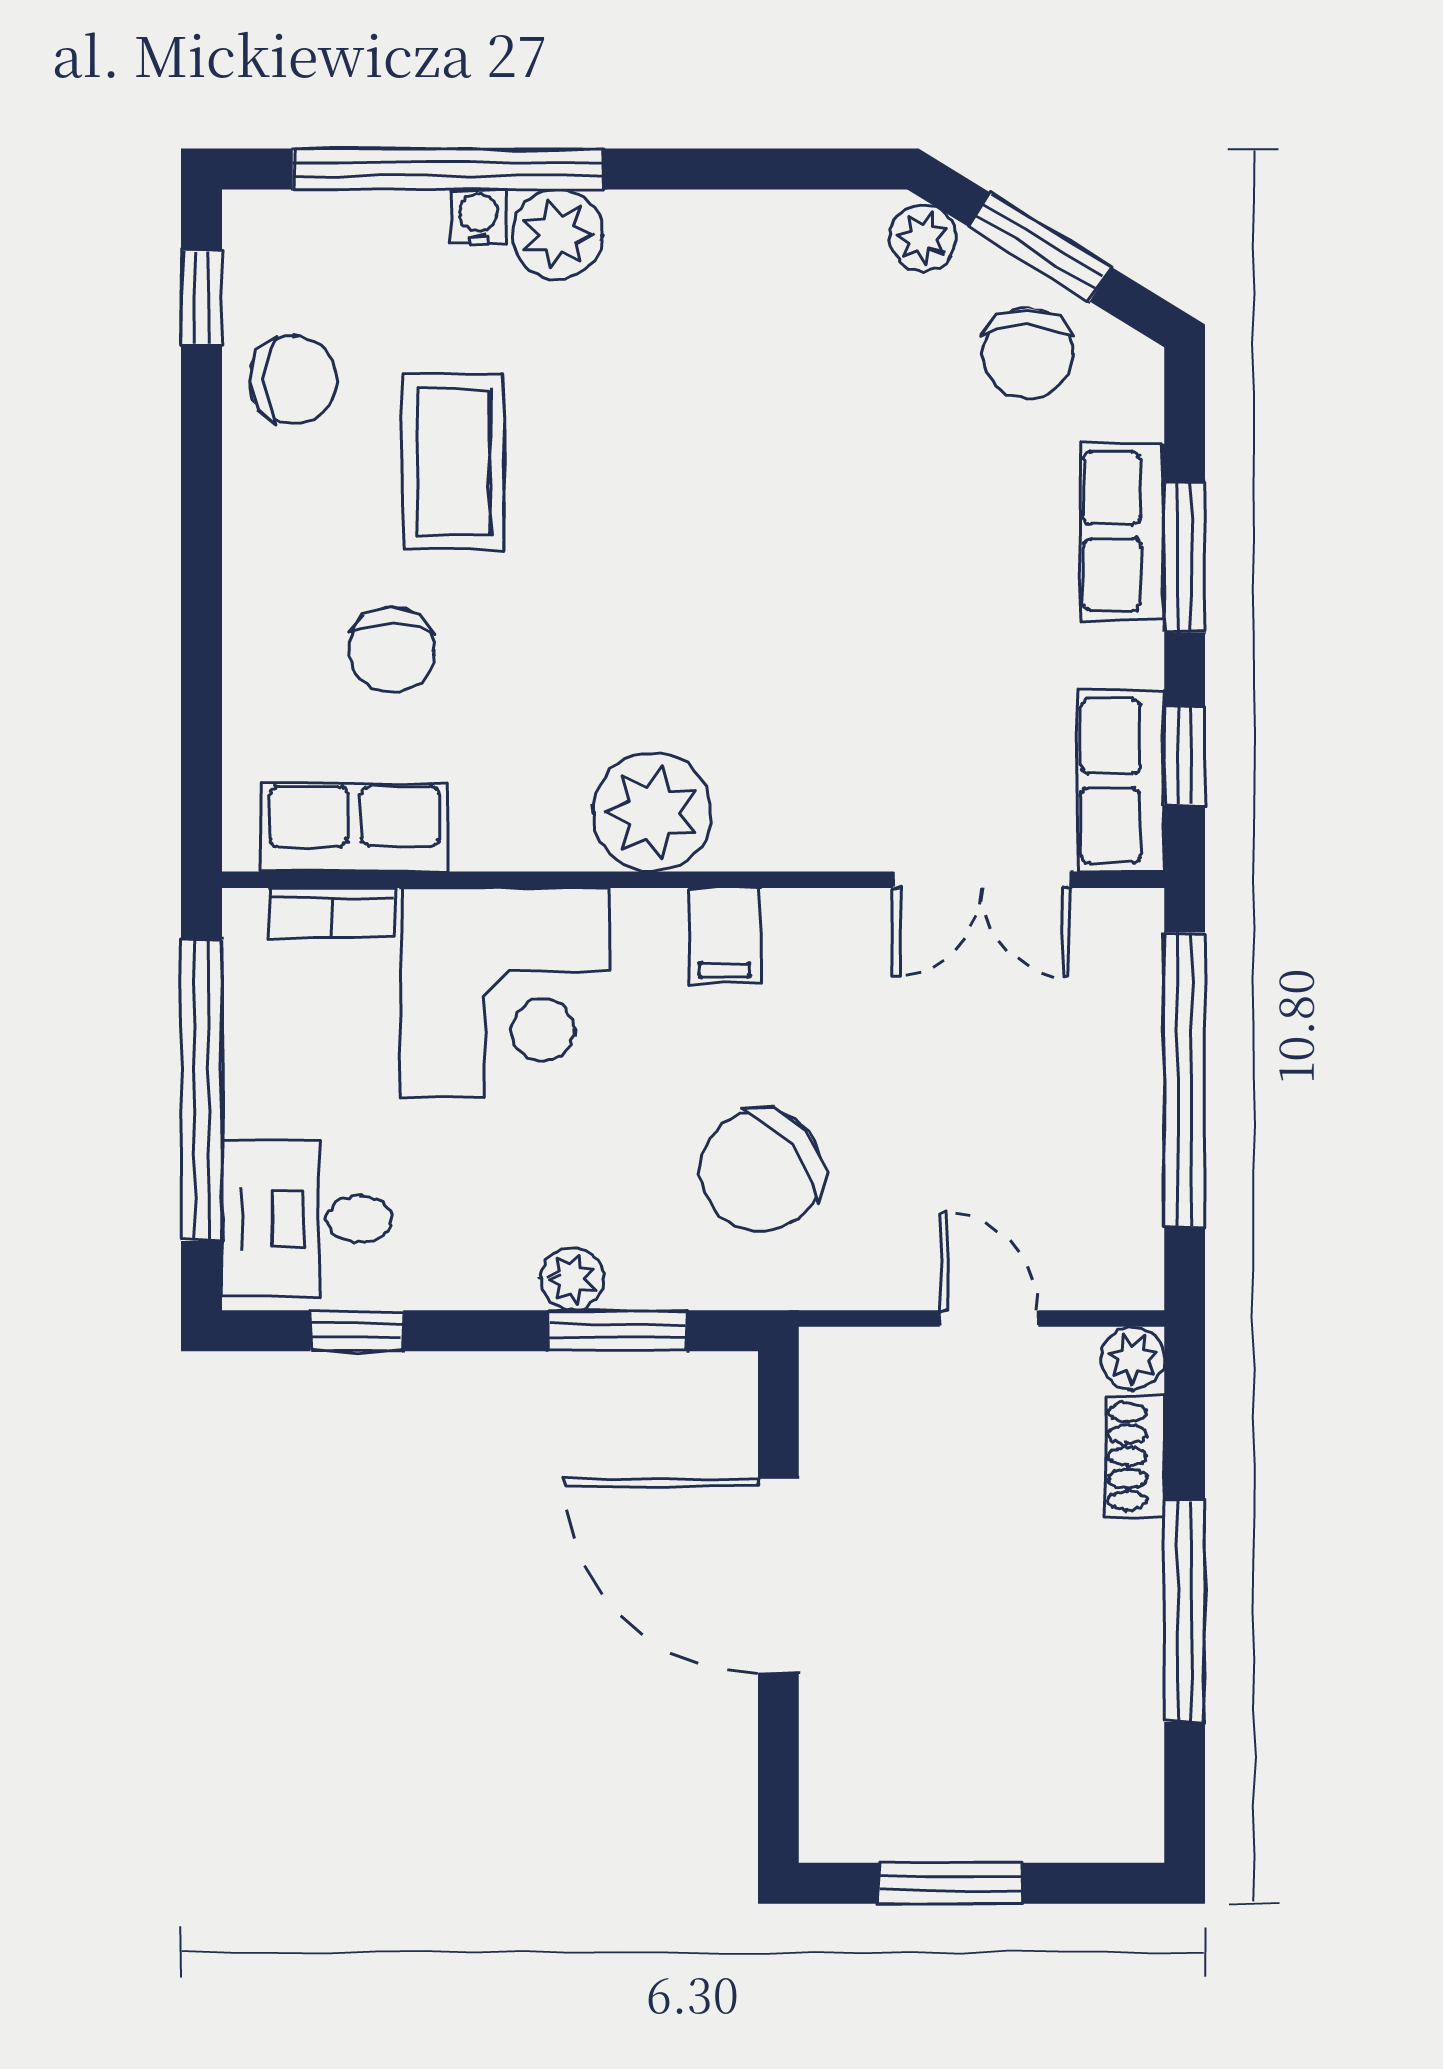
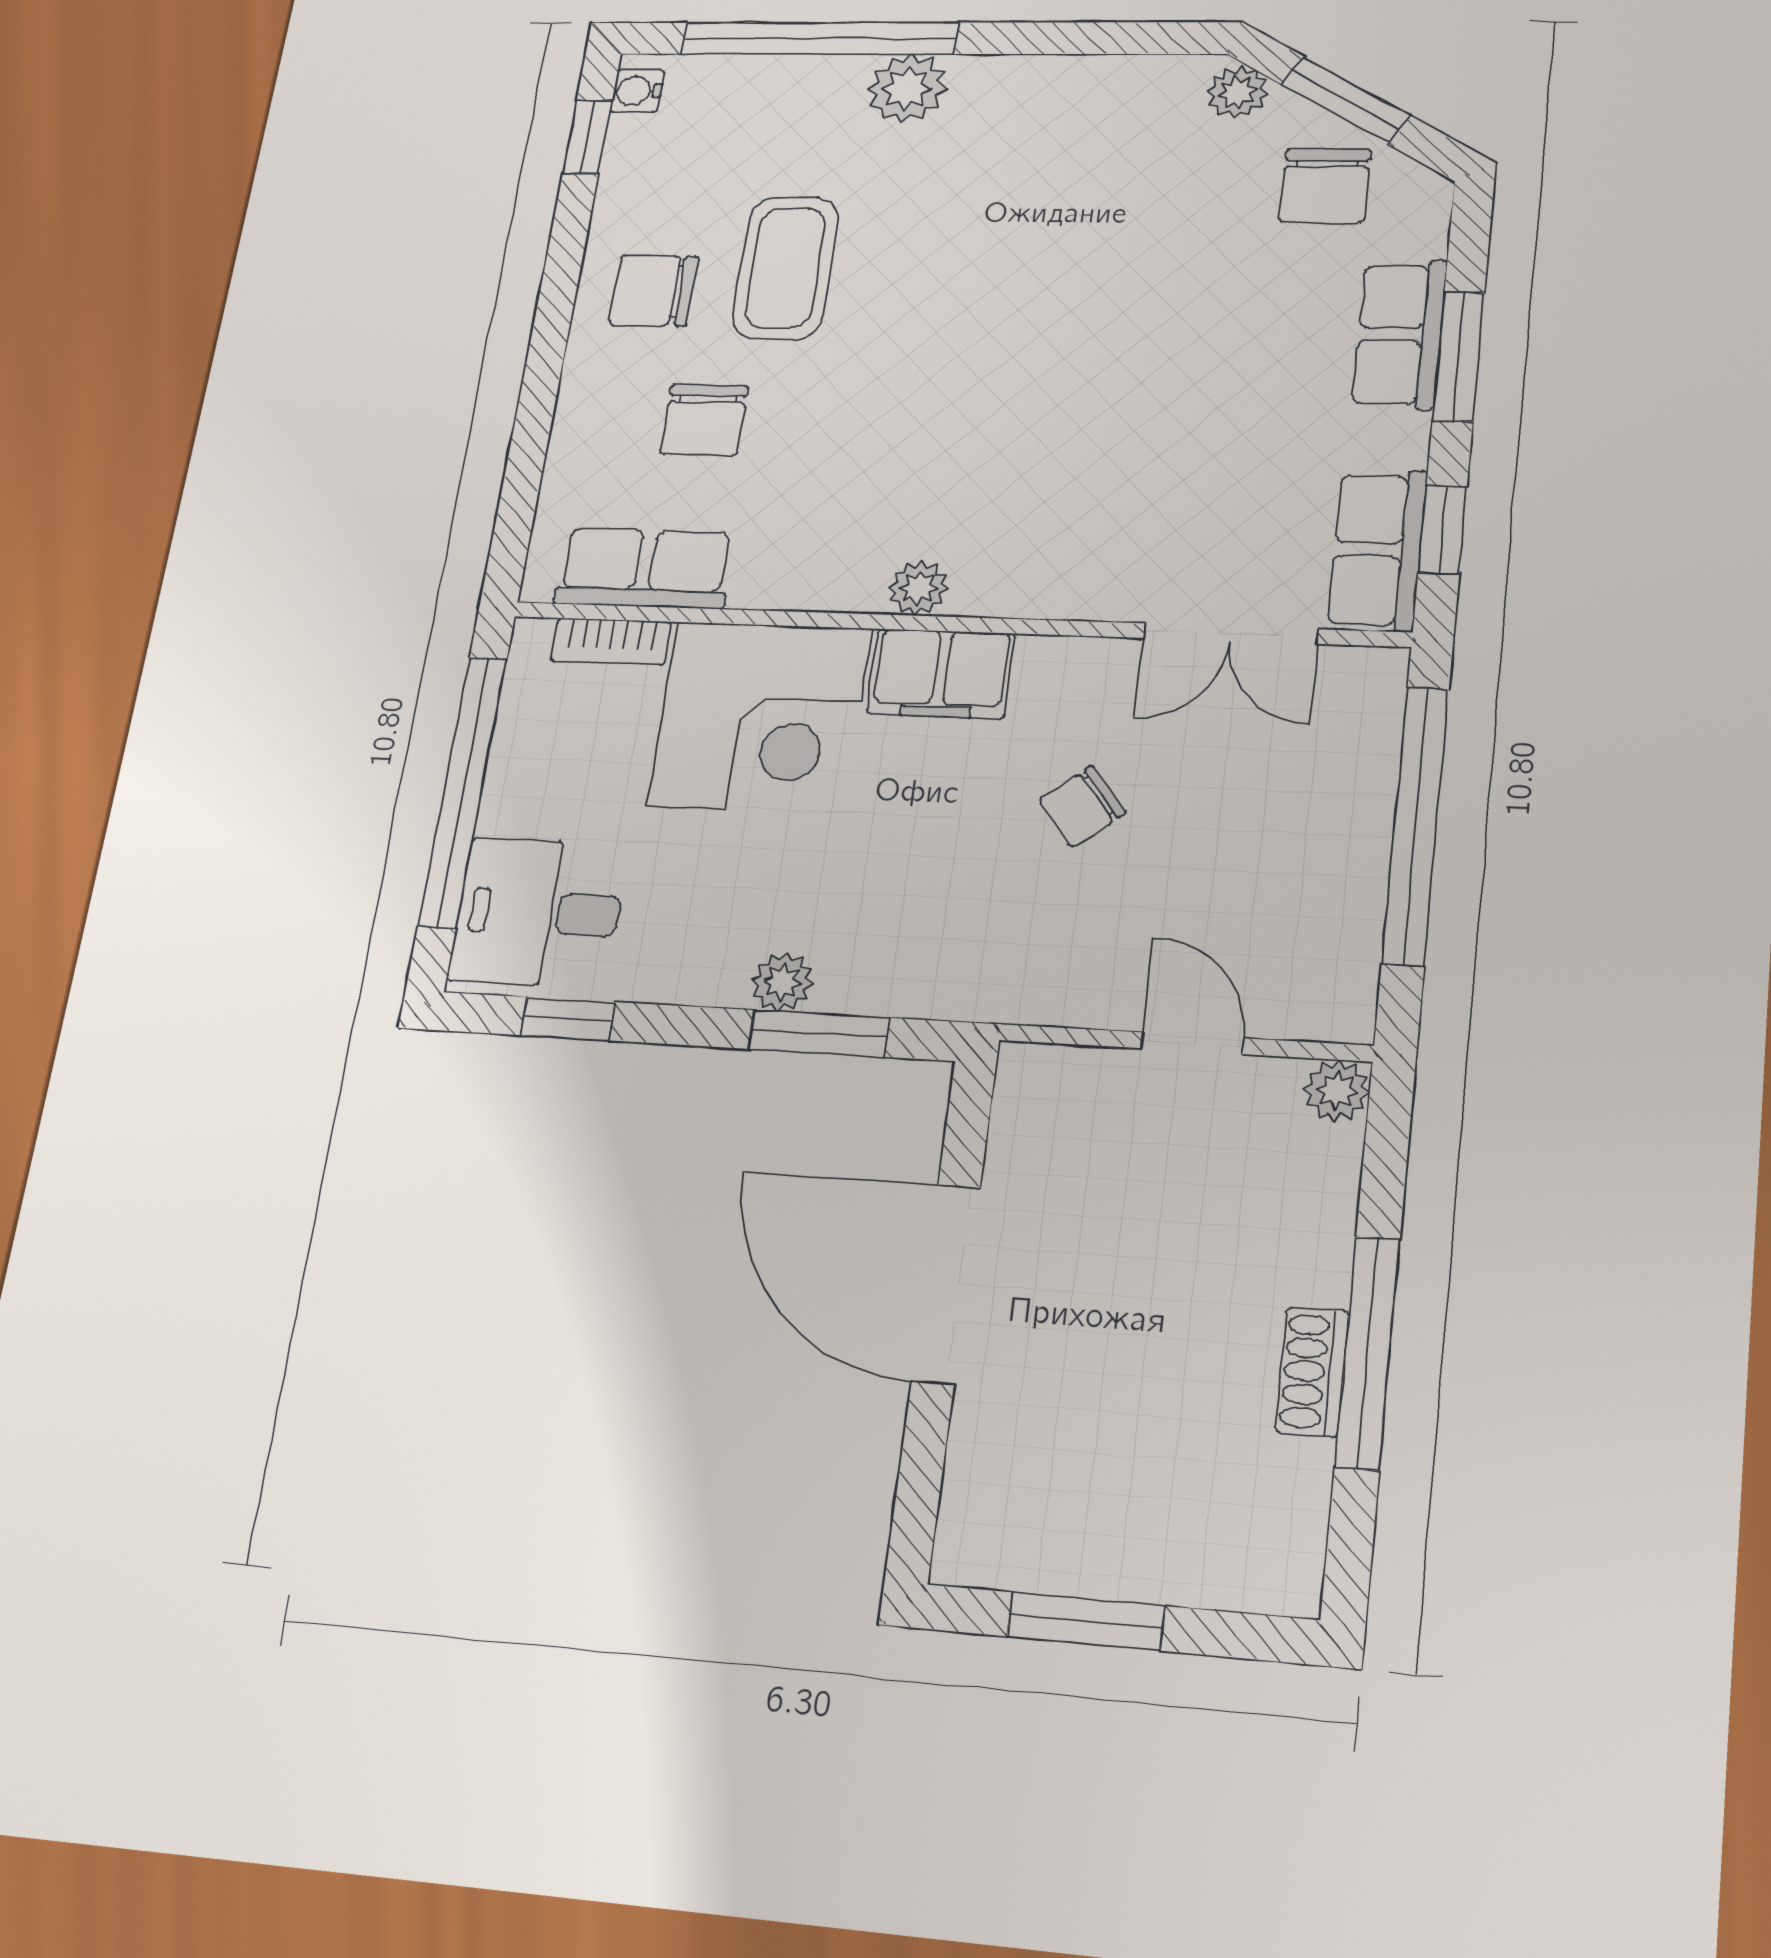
water cooler: (478, 217) -> (637, 91), moved, turned -90
chair: (294, 380) -> (654, 291), moved, turned 180
plant: (652, 812) -> (919, 588), width x0.53, depth x0.53
filing cabinet: (725, 936) -> (941, 674), width x2.00
chair: (761, 1171) -> (1082, 806), moved, width x0.54, depth x0.54
shoe rack: (1135, 1456) -> (1312, 1372), moved

